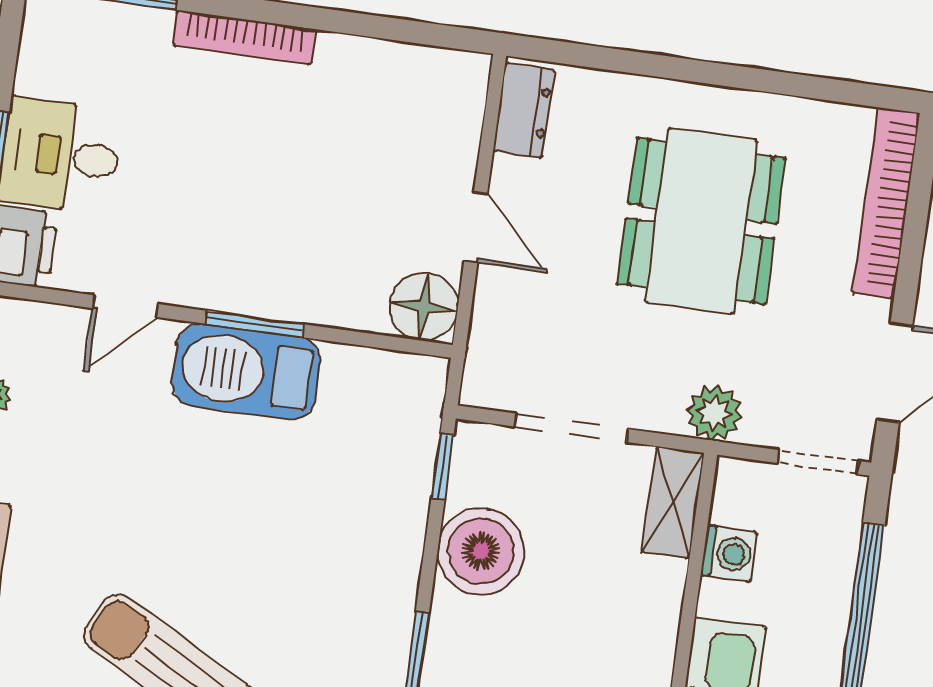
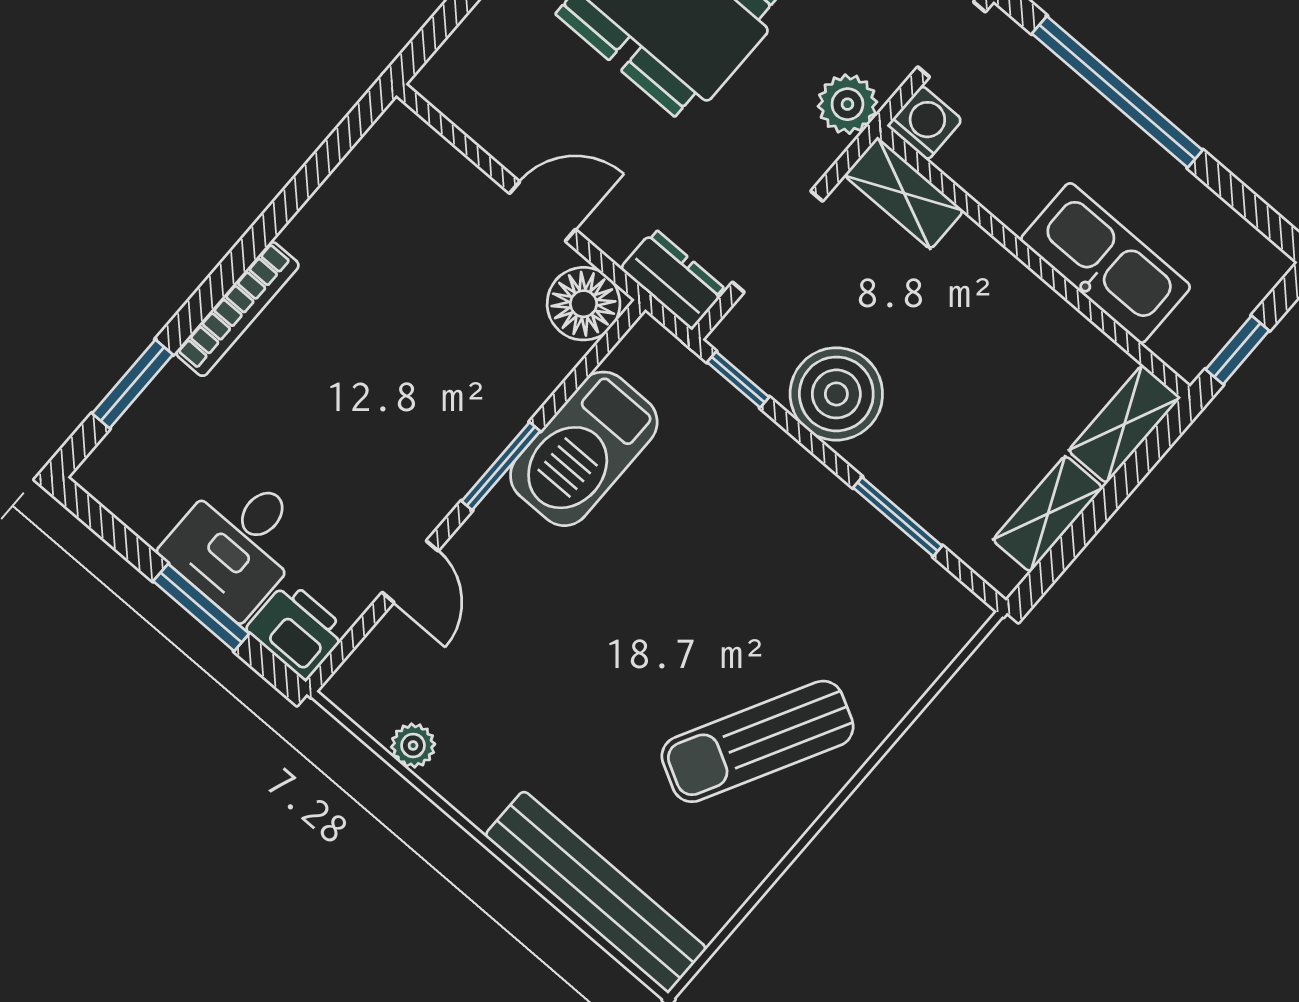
dresser: (524, 111) -> (673, 279), moved
barbecue: (246, 372) -> (584, 449), moved
washing machine: (729, 554) -> (925, 123), moved

